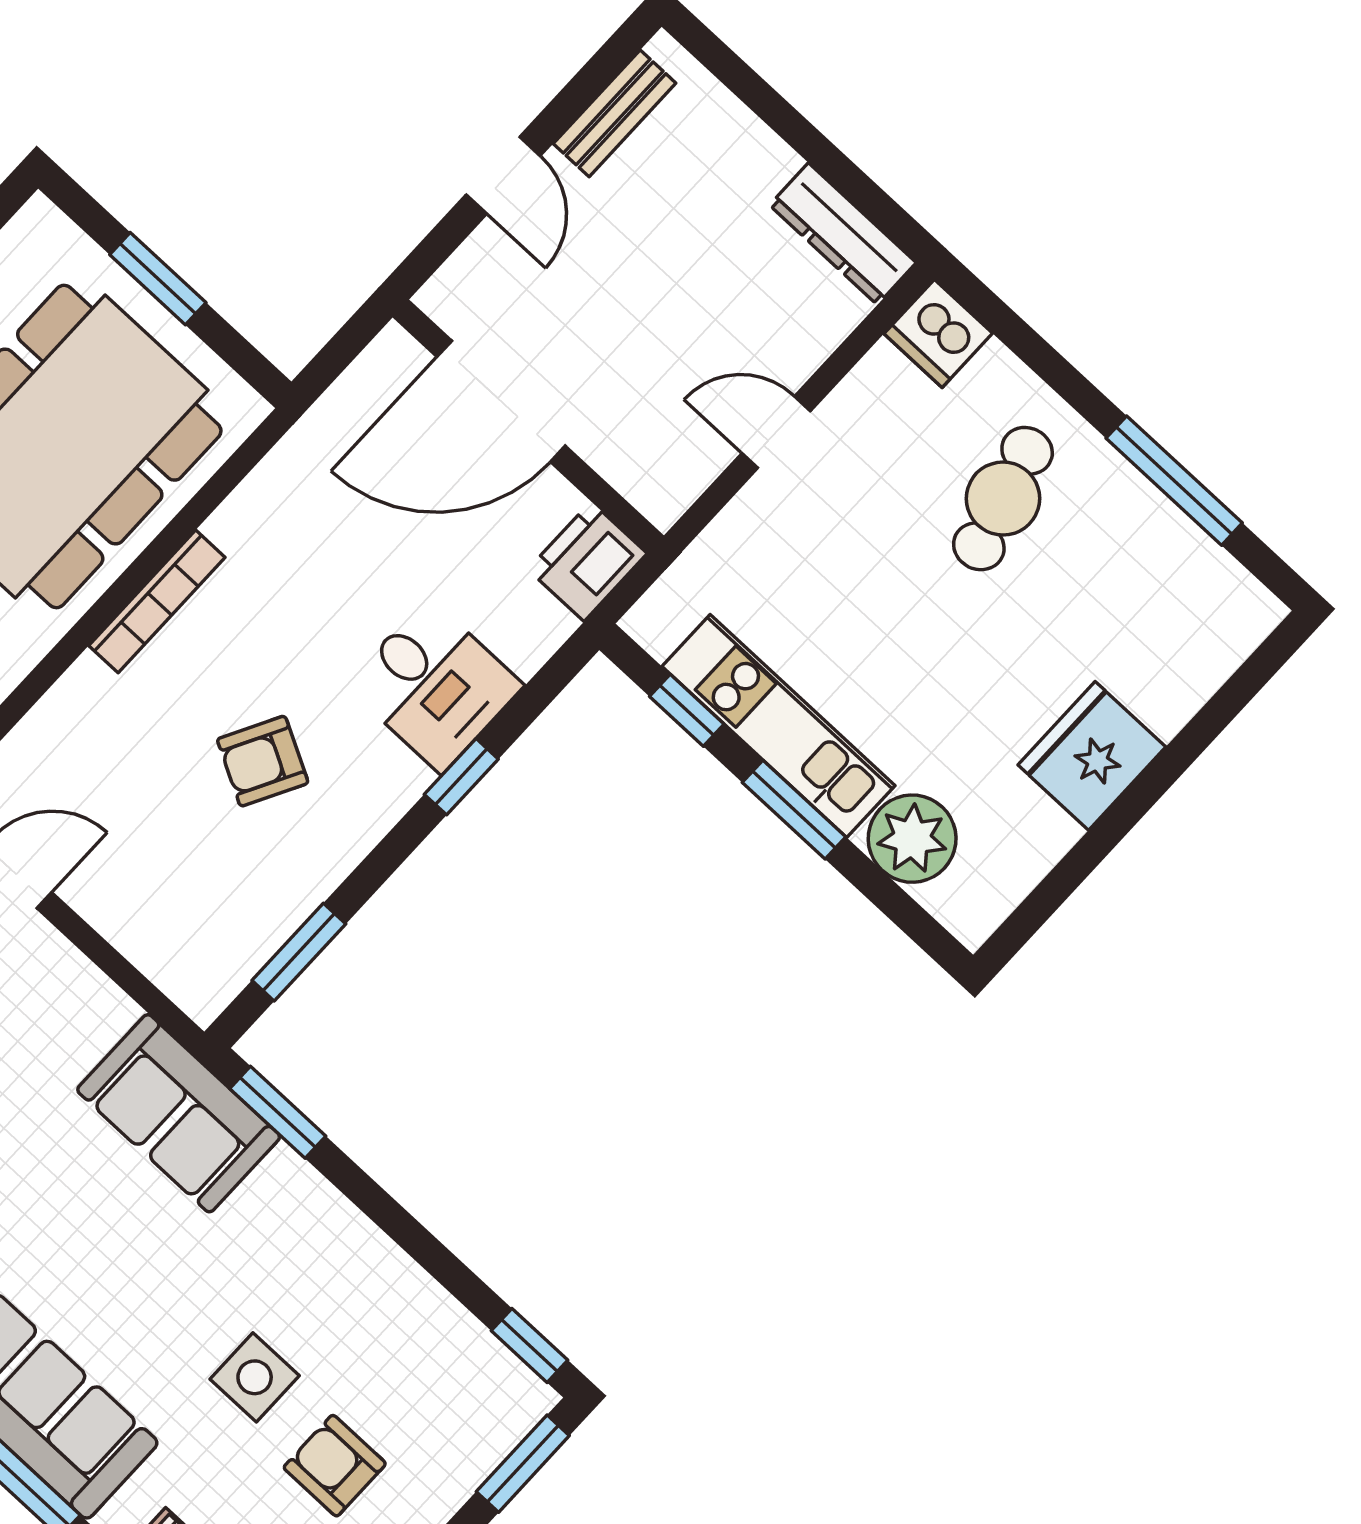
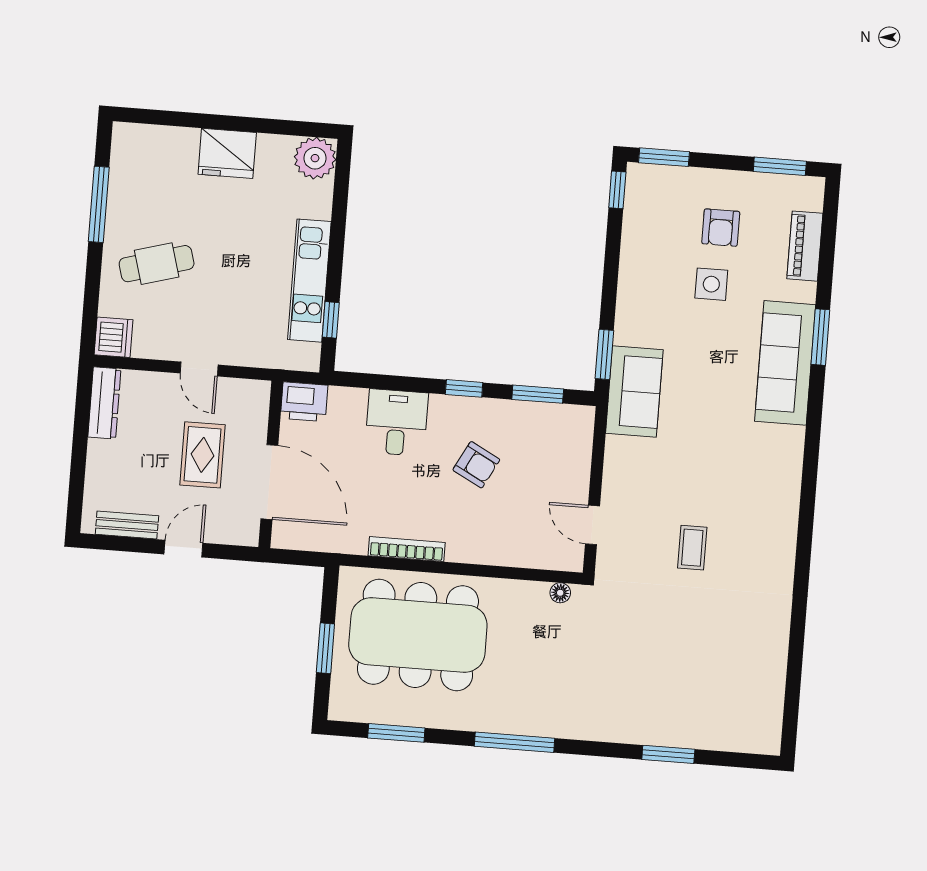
rug: (632, 327) -> (203, 455), added
bookcase: (157, 601) -> (407, 549), moved
window: (461, 777) -> (464, 388), moved
window: (794, 810) -> (336, 250), removed
plant: (912, 839) -> (315, 158), moved

